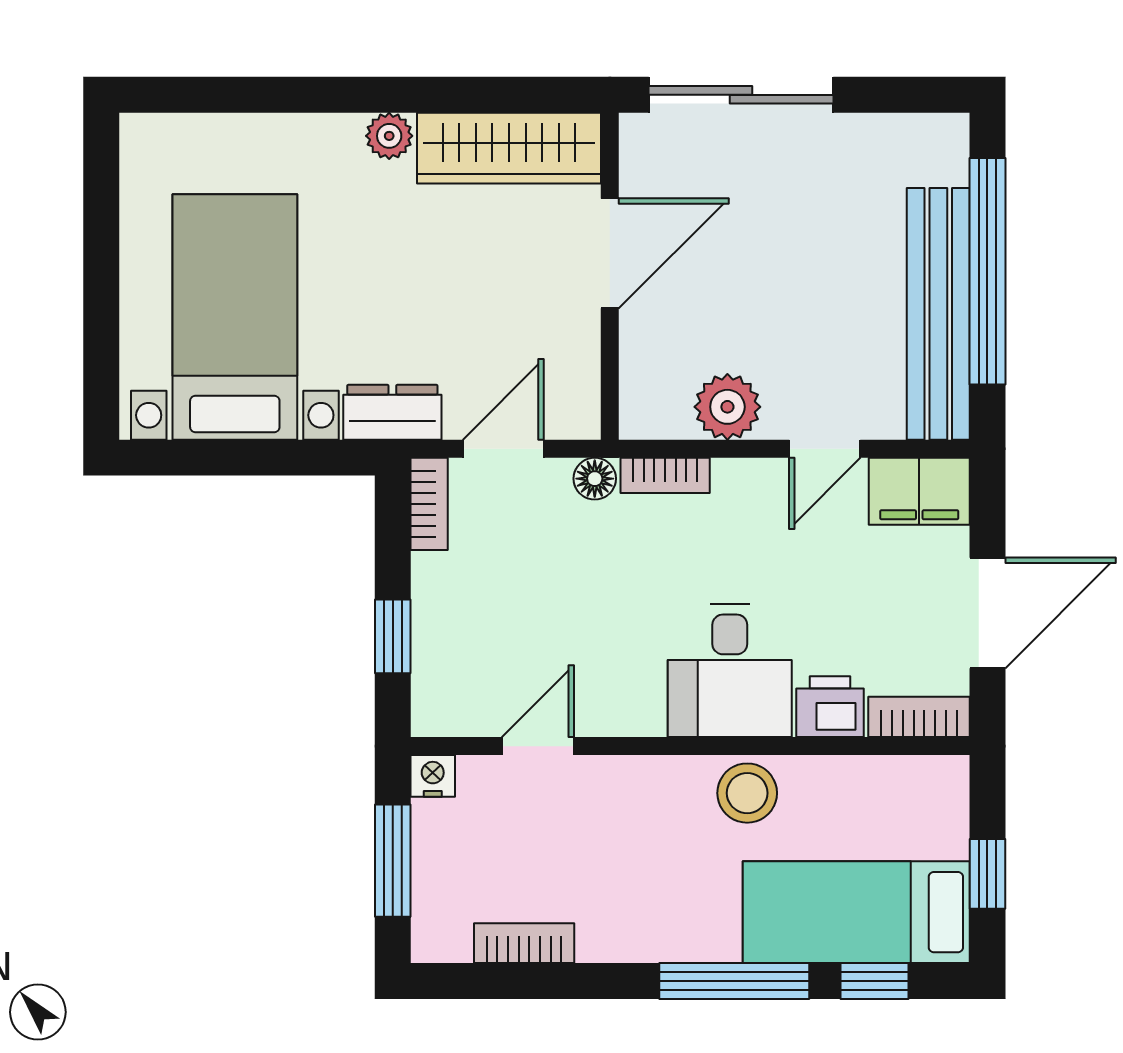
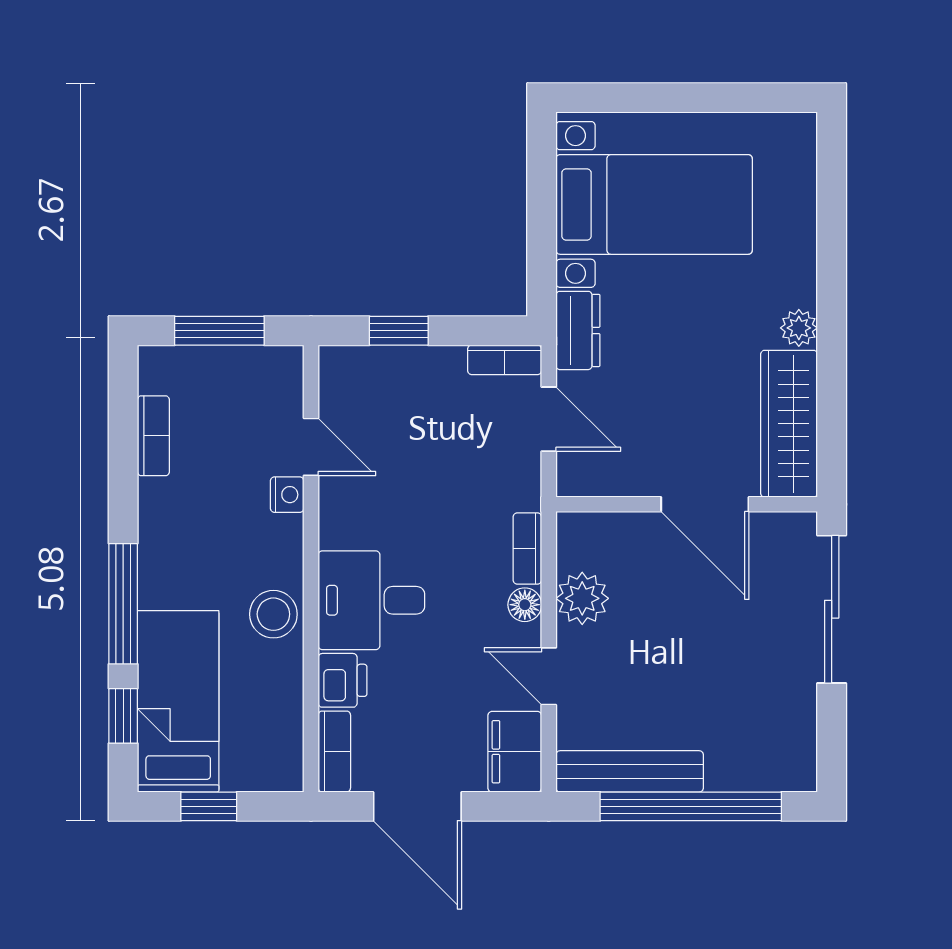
bench: (938, 314) -> (630, 771), width x0.73, depth x0.82
floor lamp: (595, 479) -> (525, 605), moved
nightstand: (433, 776) -> (287, 495), moved

